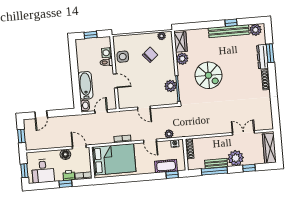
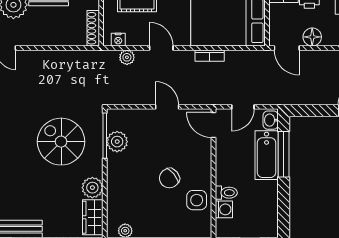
chair: (150, 55) -> (169, 178), moved
spiral stairs: (208, 75) -> (61, 142), moved
door: (115, 81) -> (214, 125), moved
window: (76, 87) -> (284, 154), added

